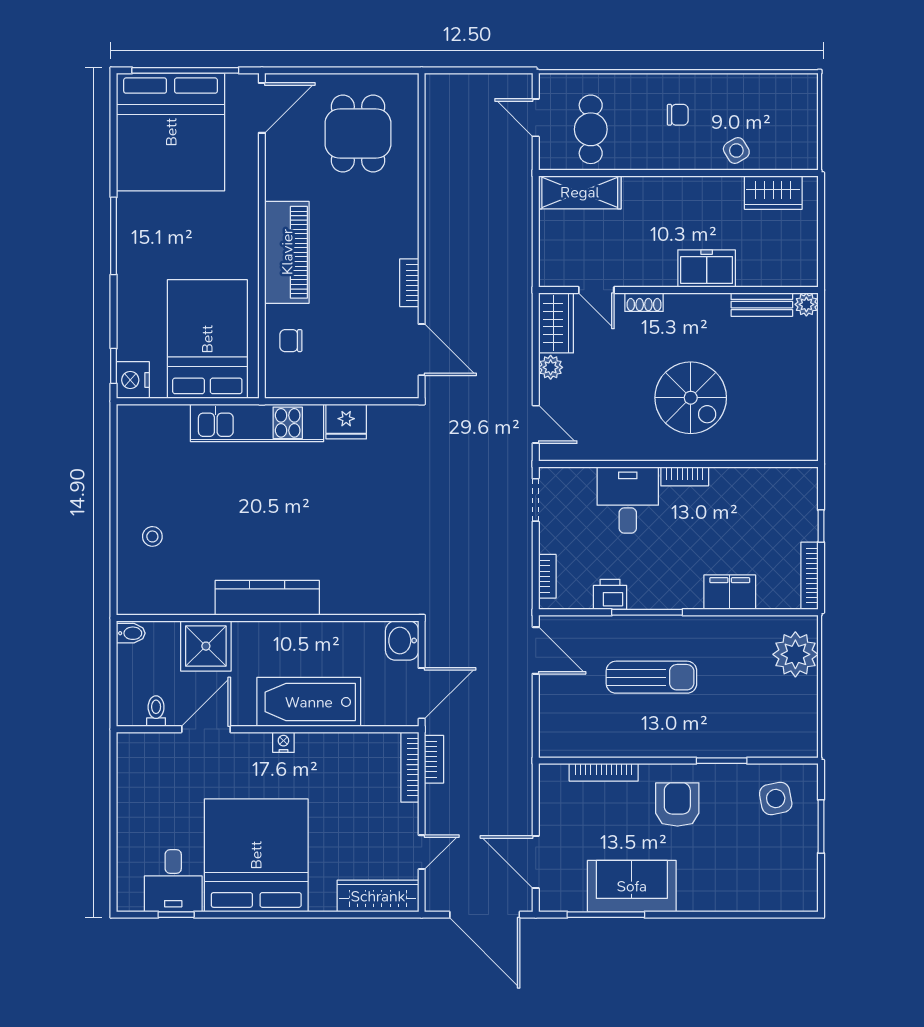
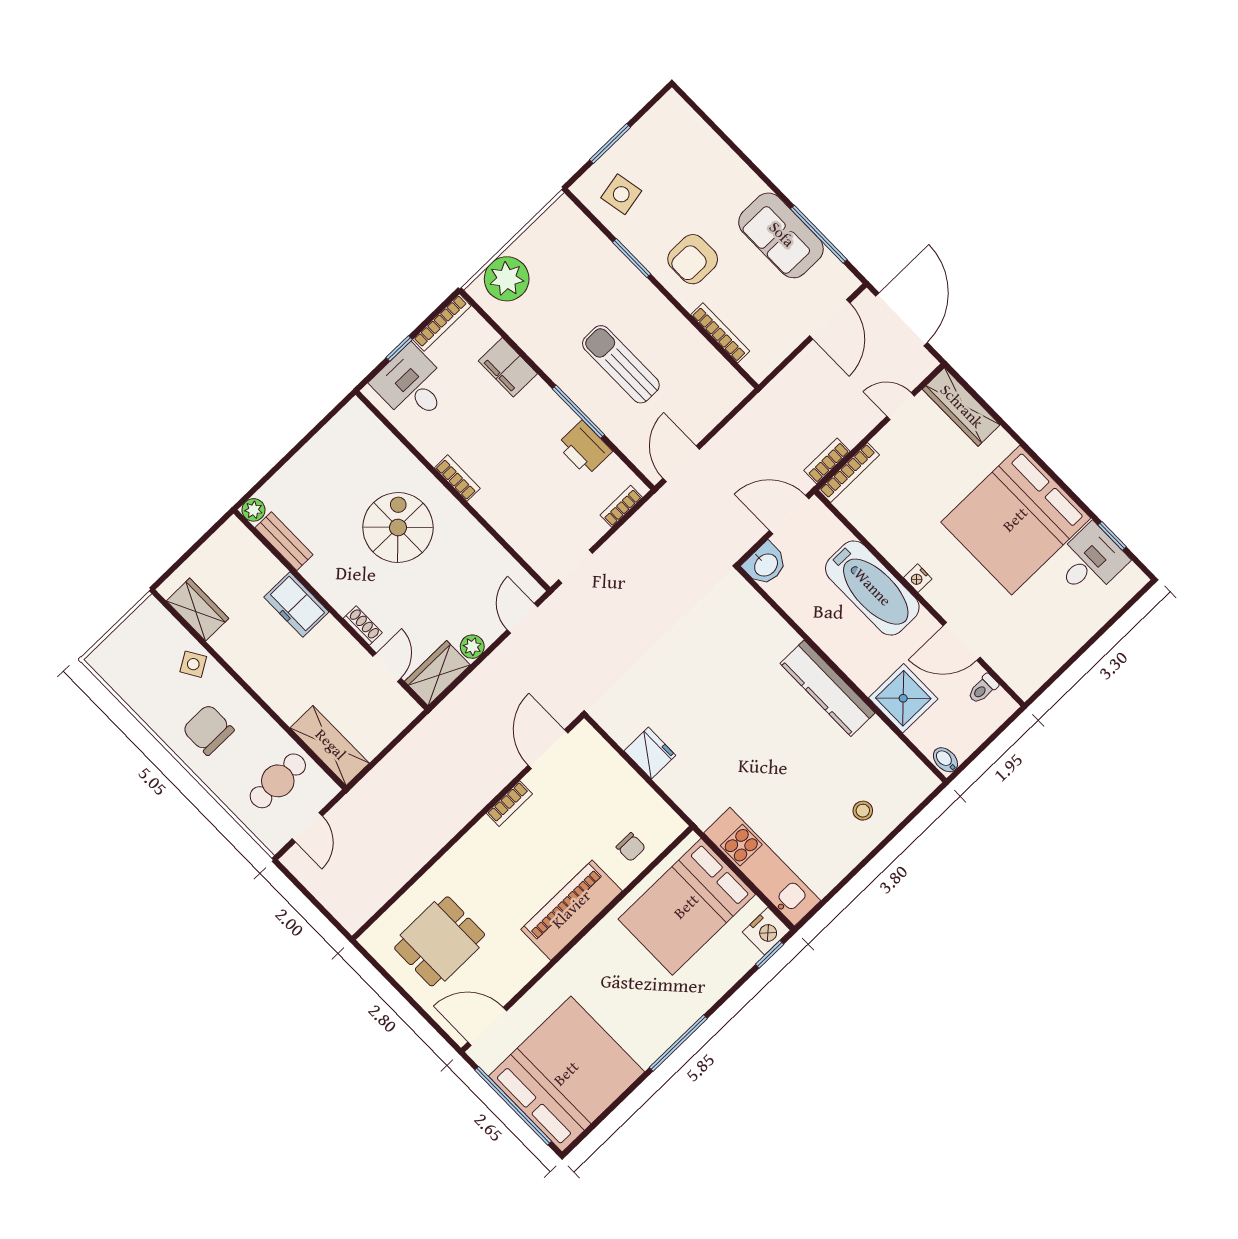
chair: (678, 115) -> (208, 730), width x1.87, depth x1.87
kitchen unit: (257, 423) -> (762, 867), moved
desk: (628, 500) -> (412, 385), moved, turned 90
printer: (610, 594) -> (584, 448), width x1.36, depth x1.24

